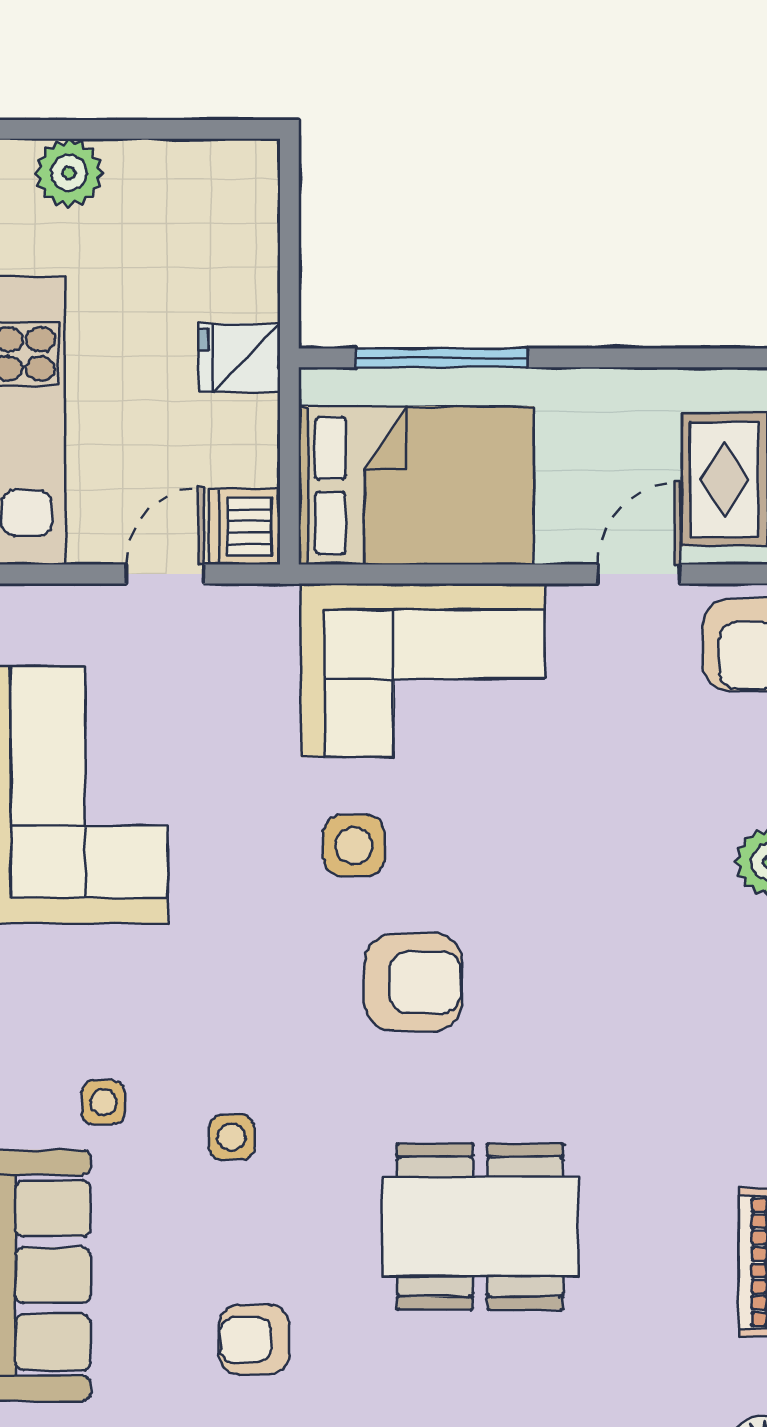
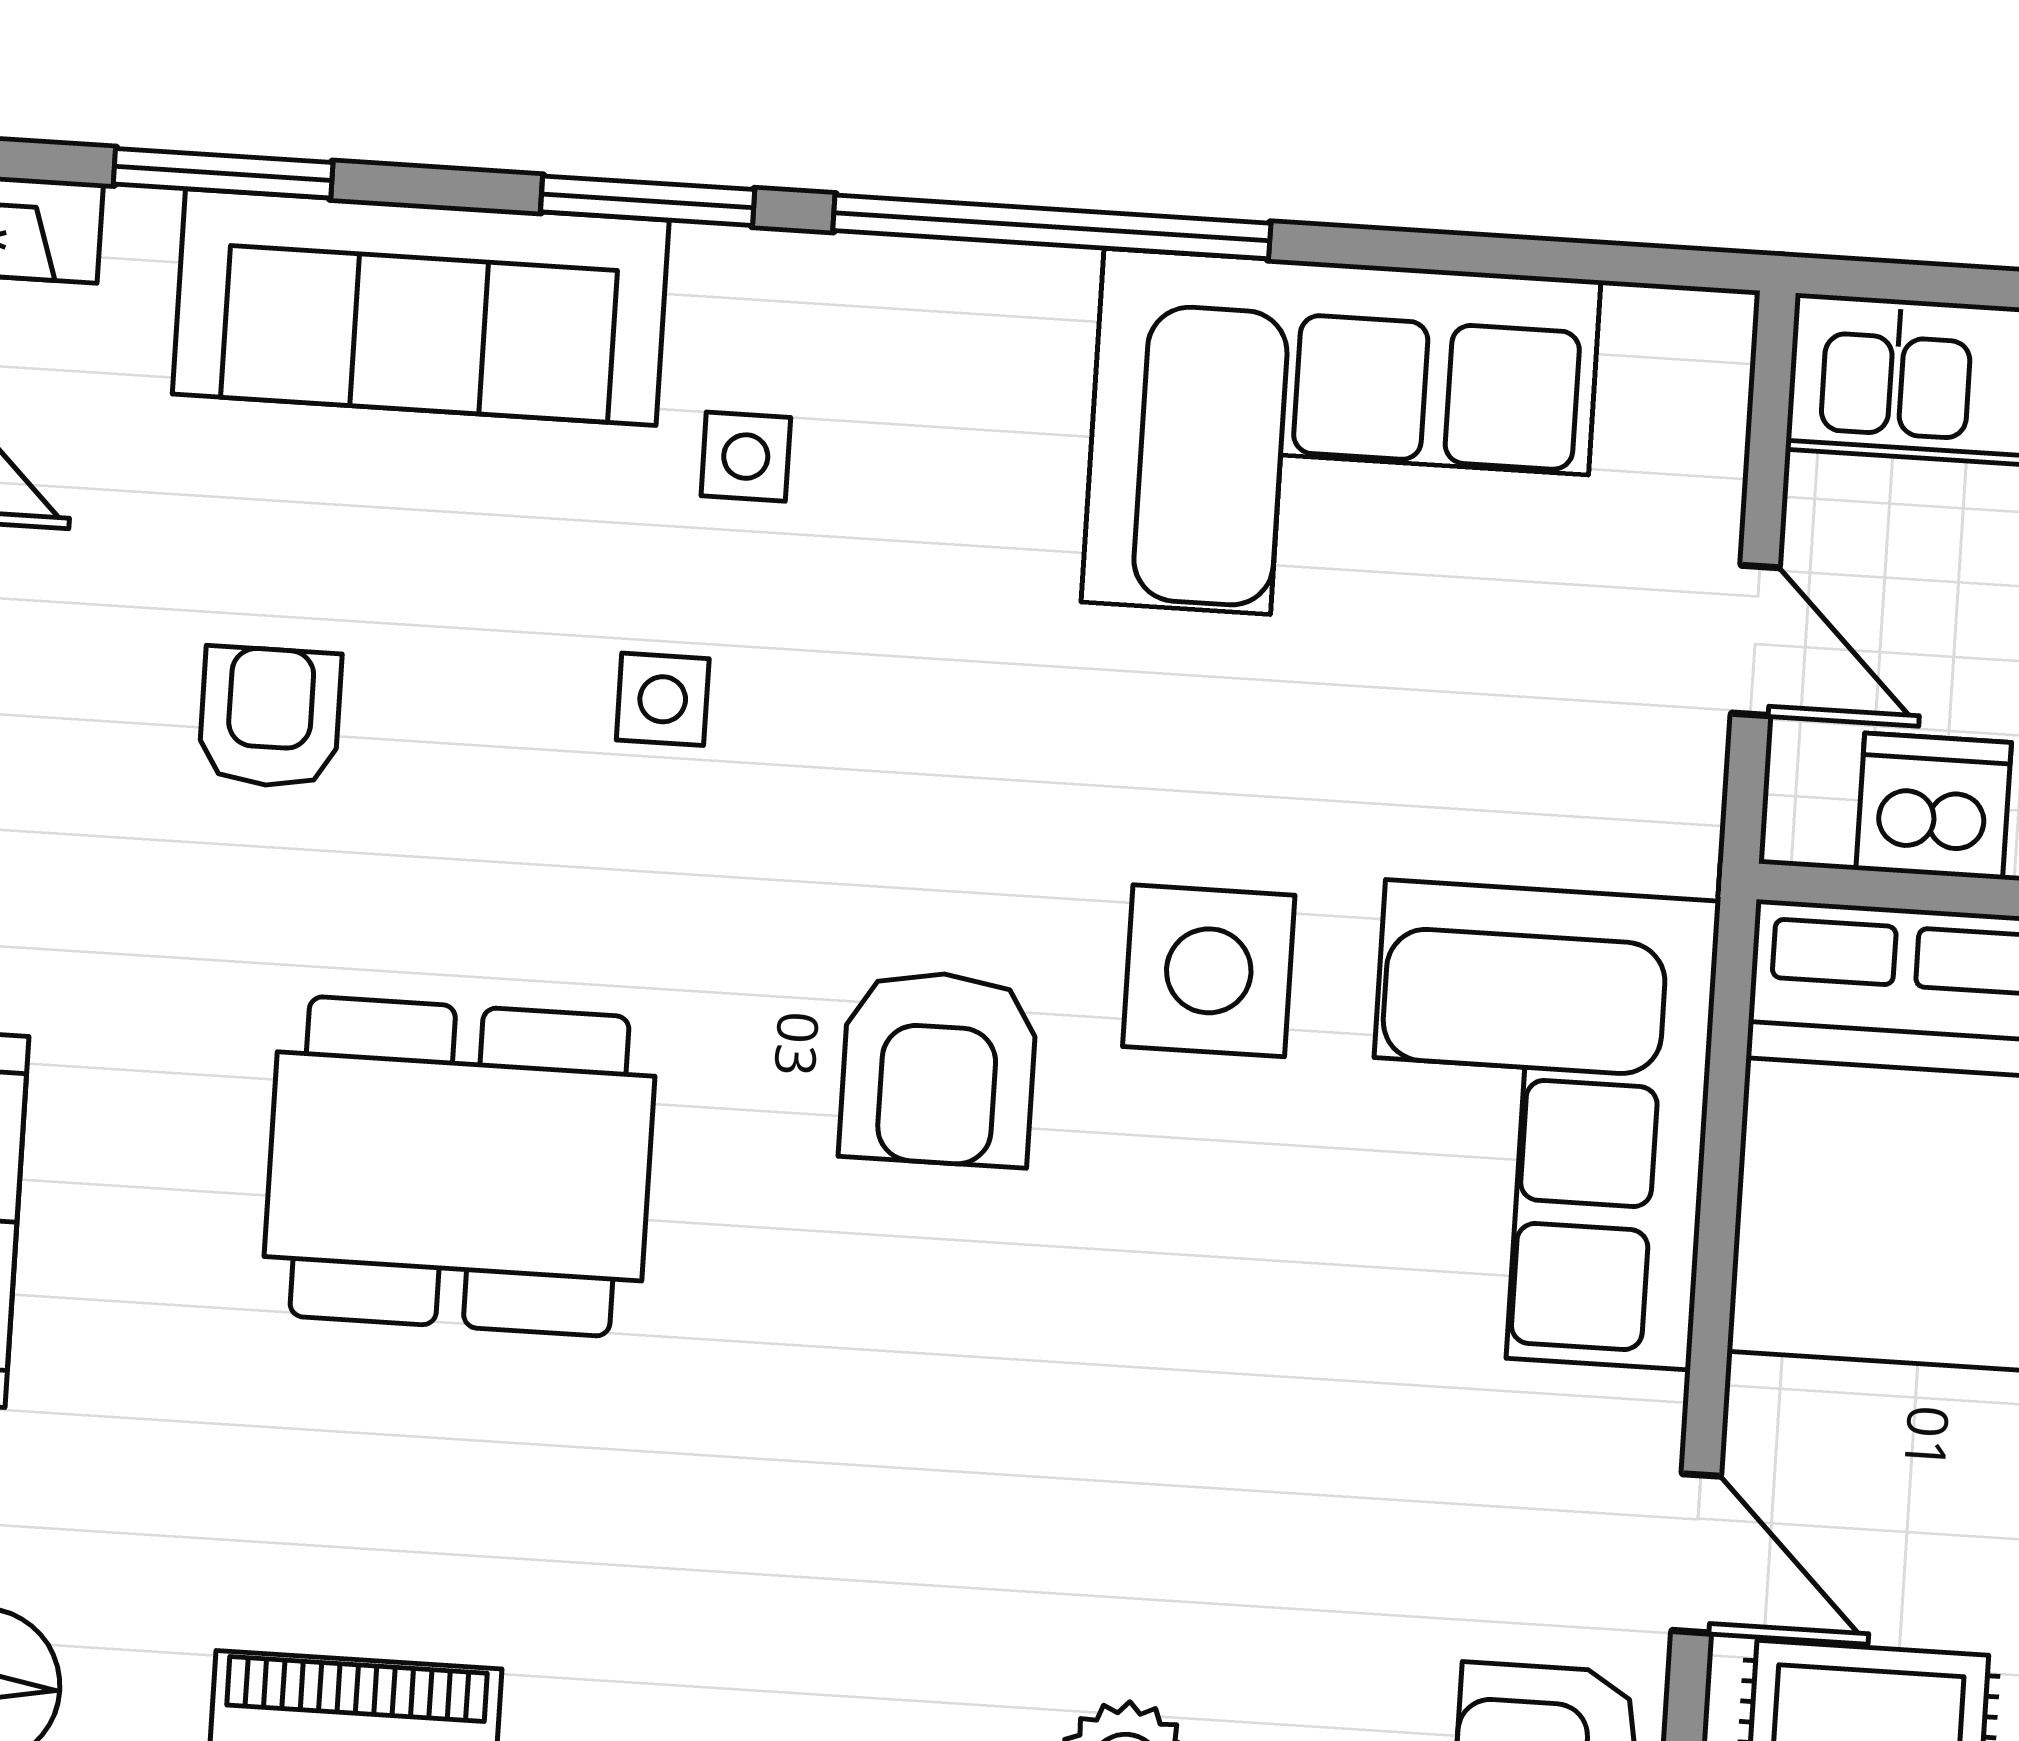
dishwasher: (244, 527) -> (1934, 806), moved
side table: (354, 846) -> (1209, 971), width x1.37, depth x1.37
dining table: (480, 1227) -> (460, 1166), turned 90

